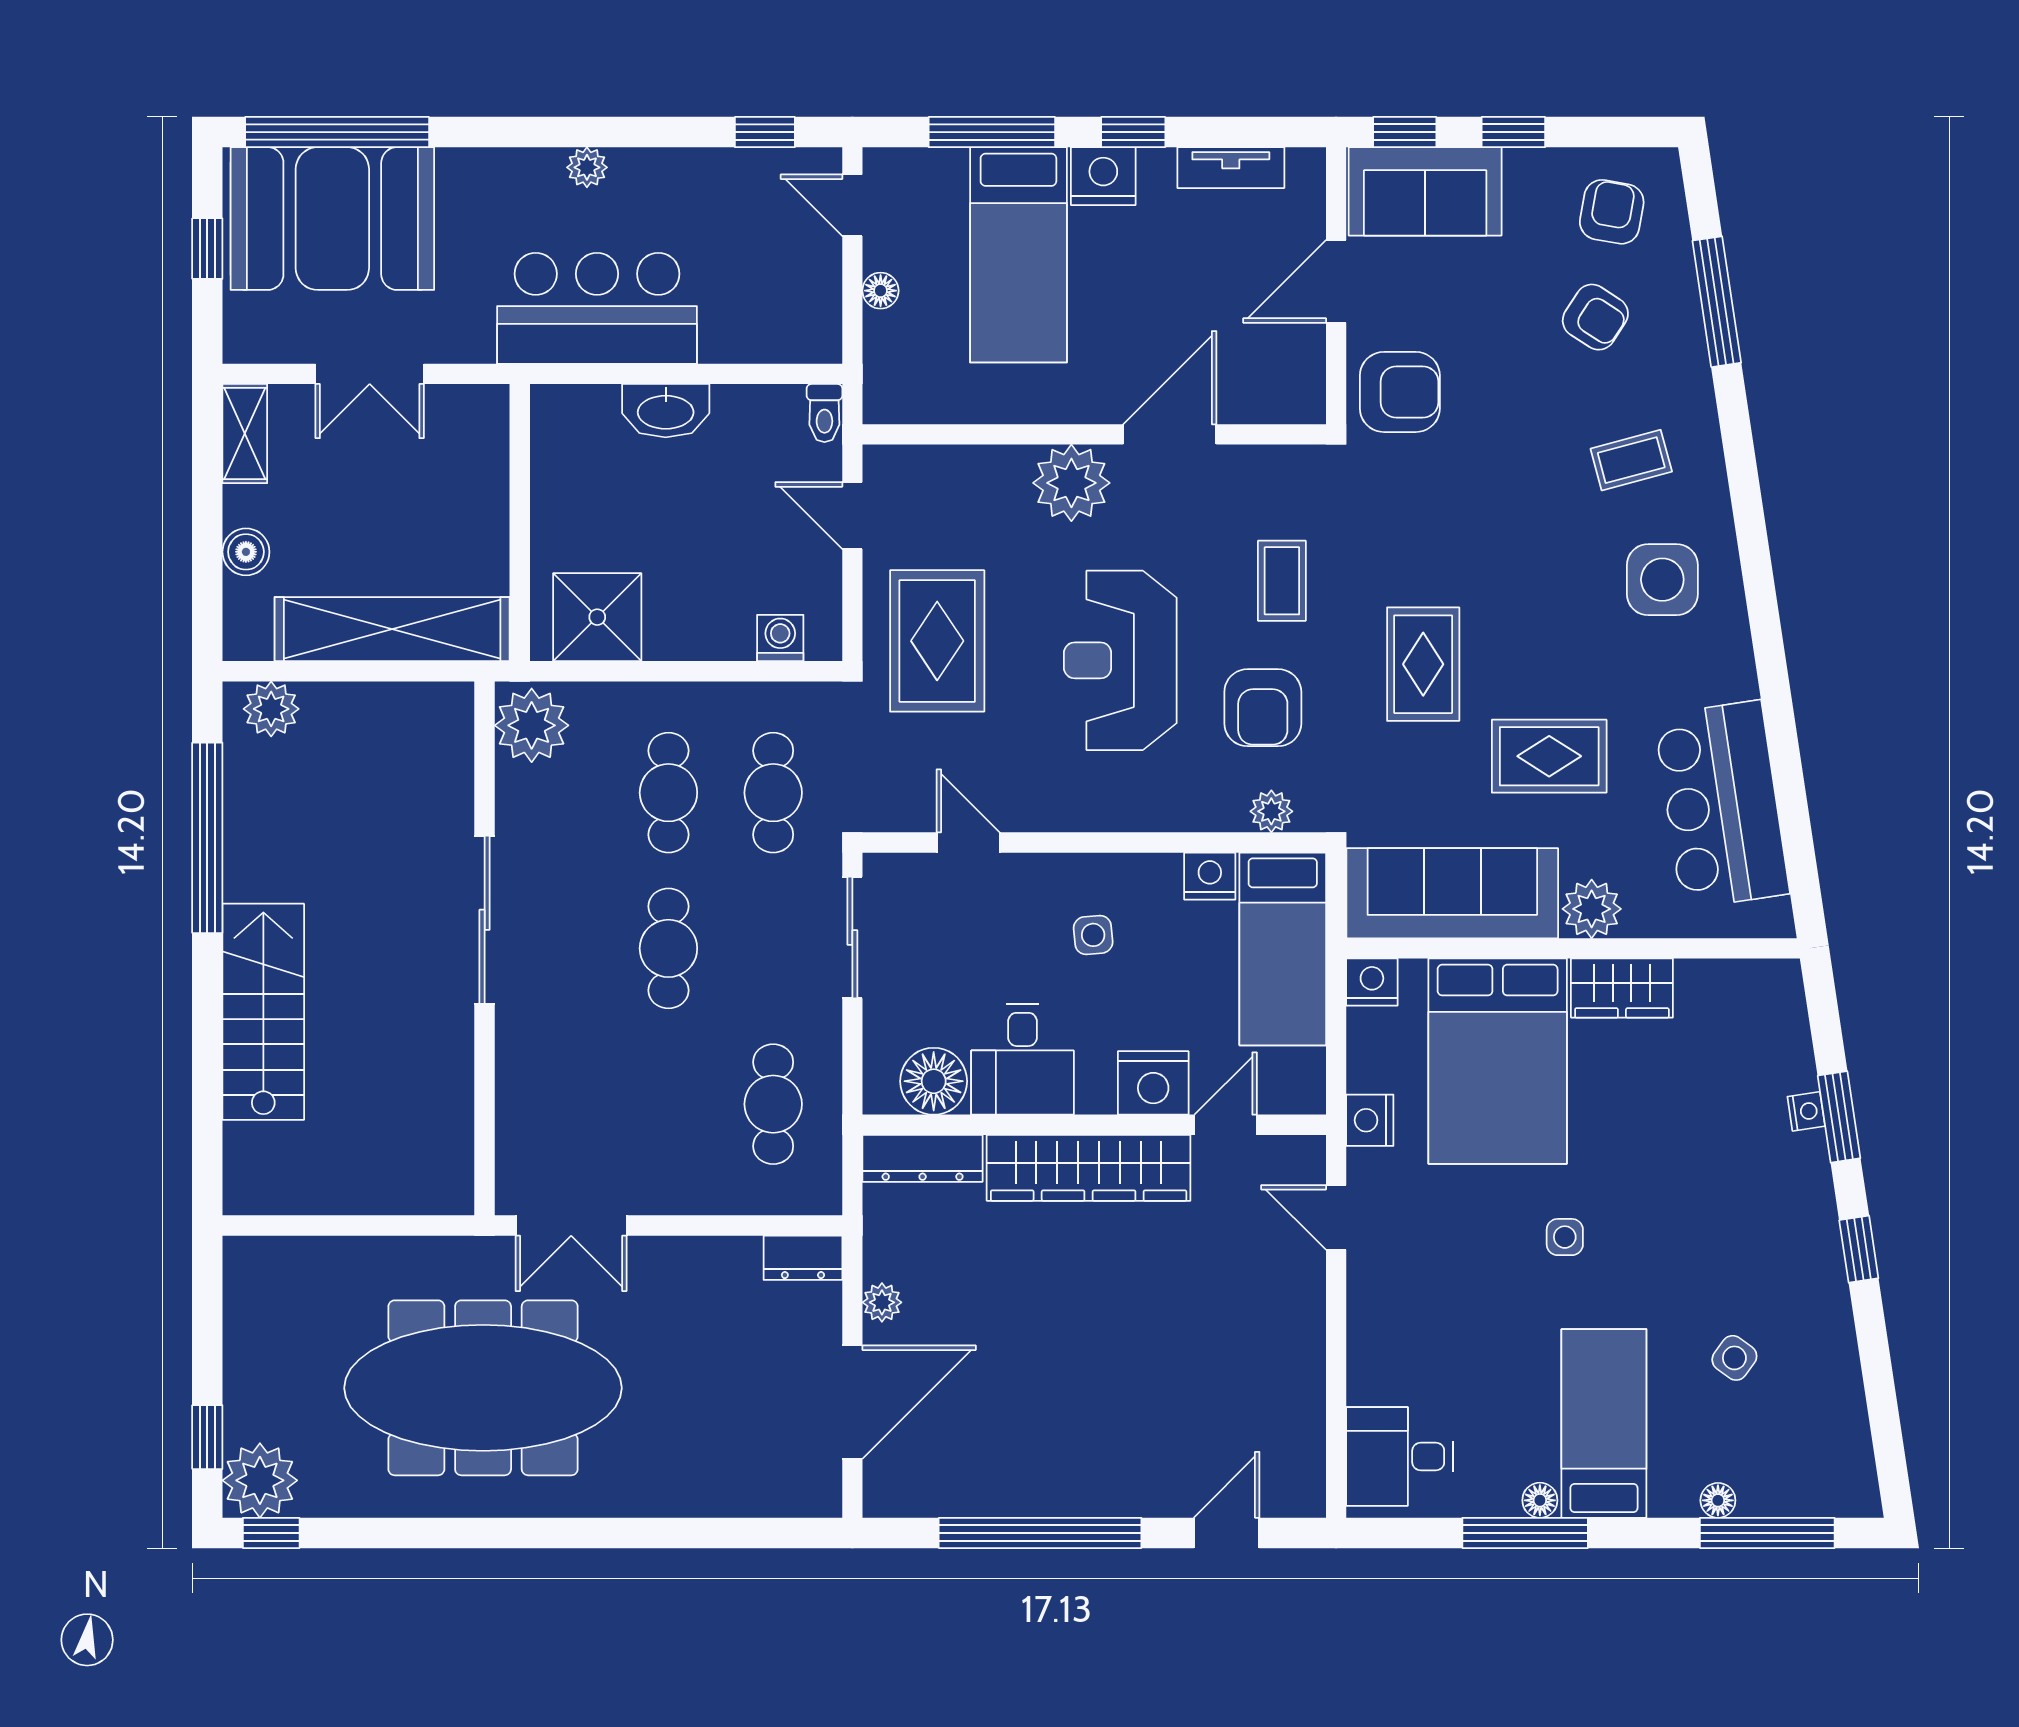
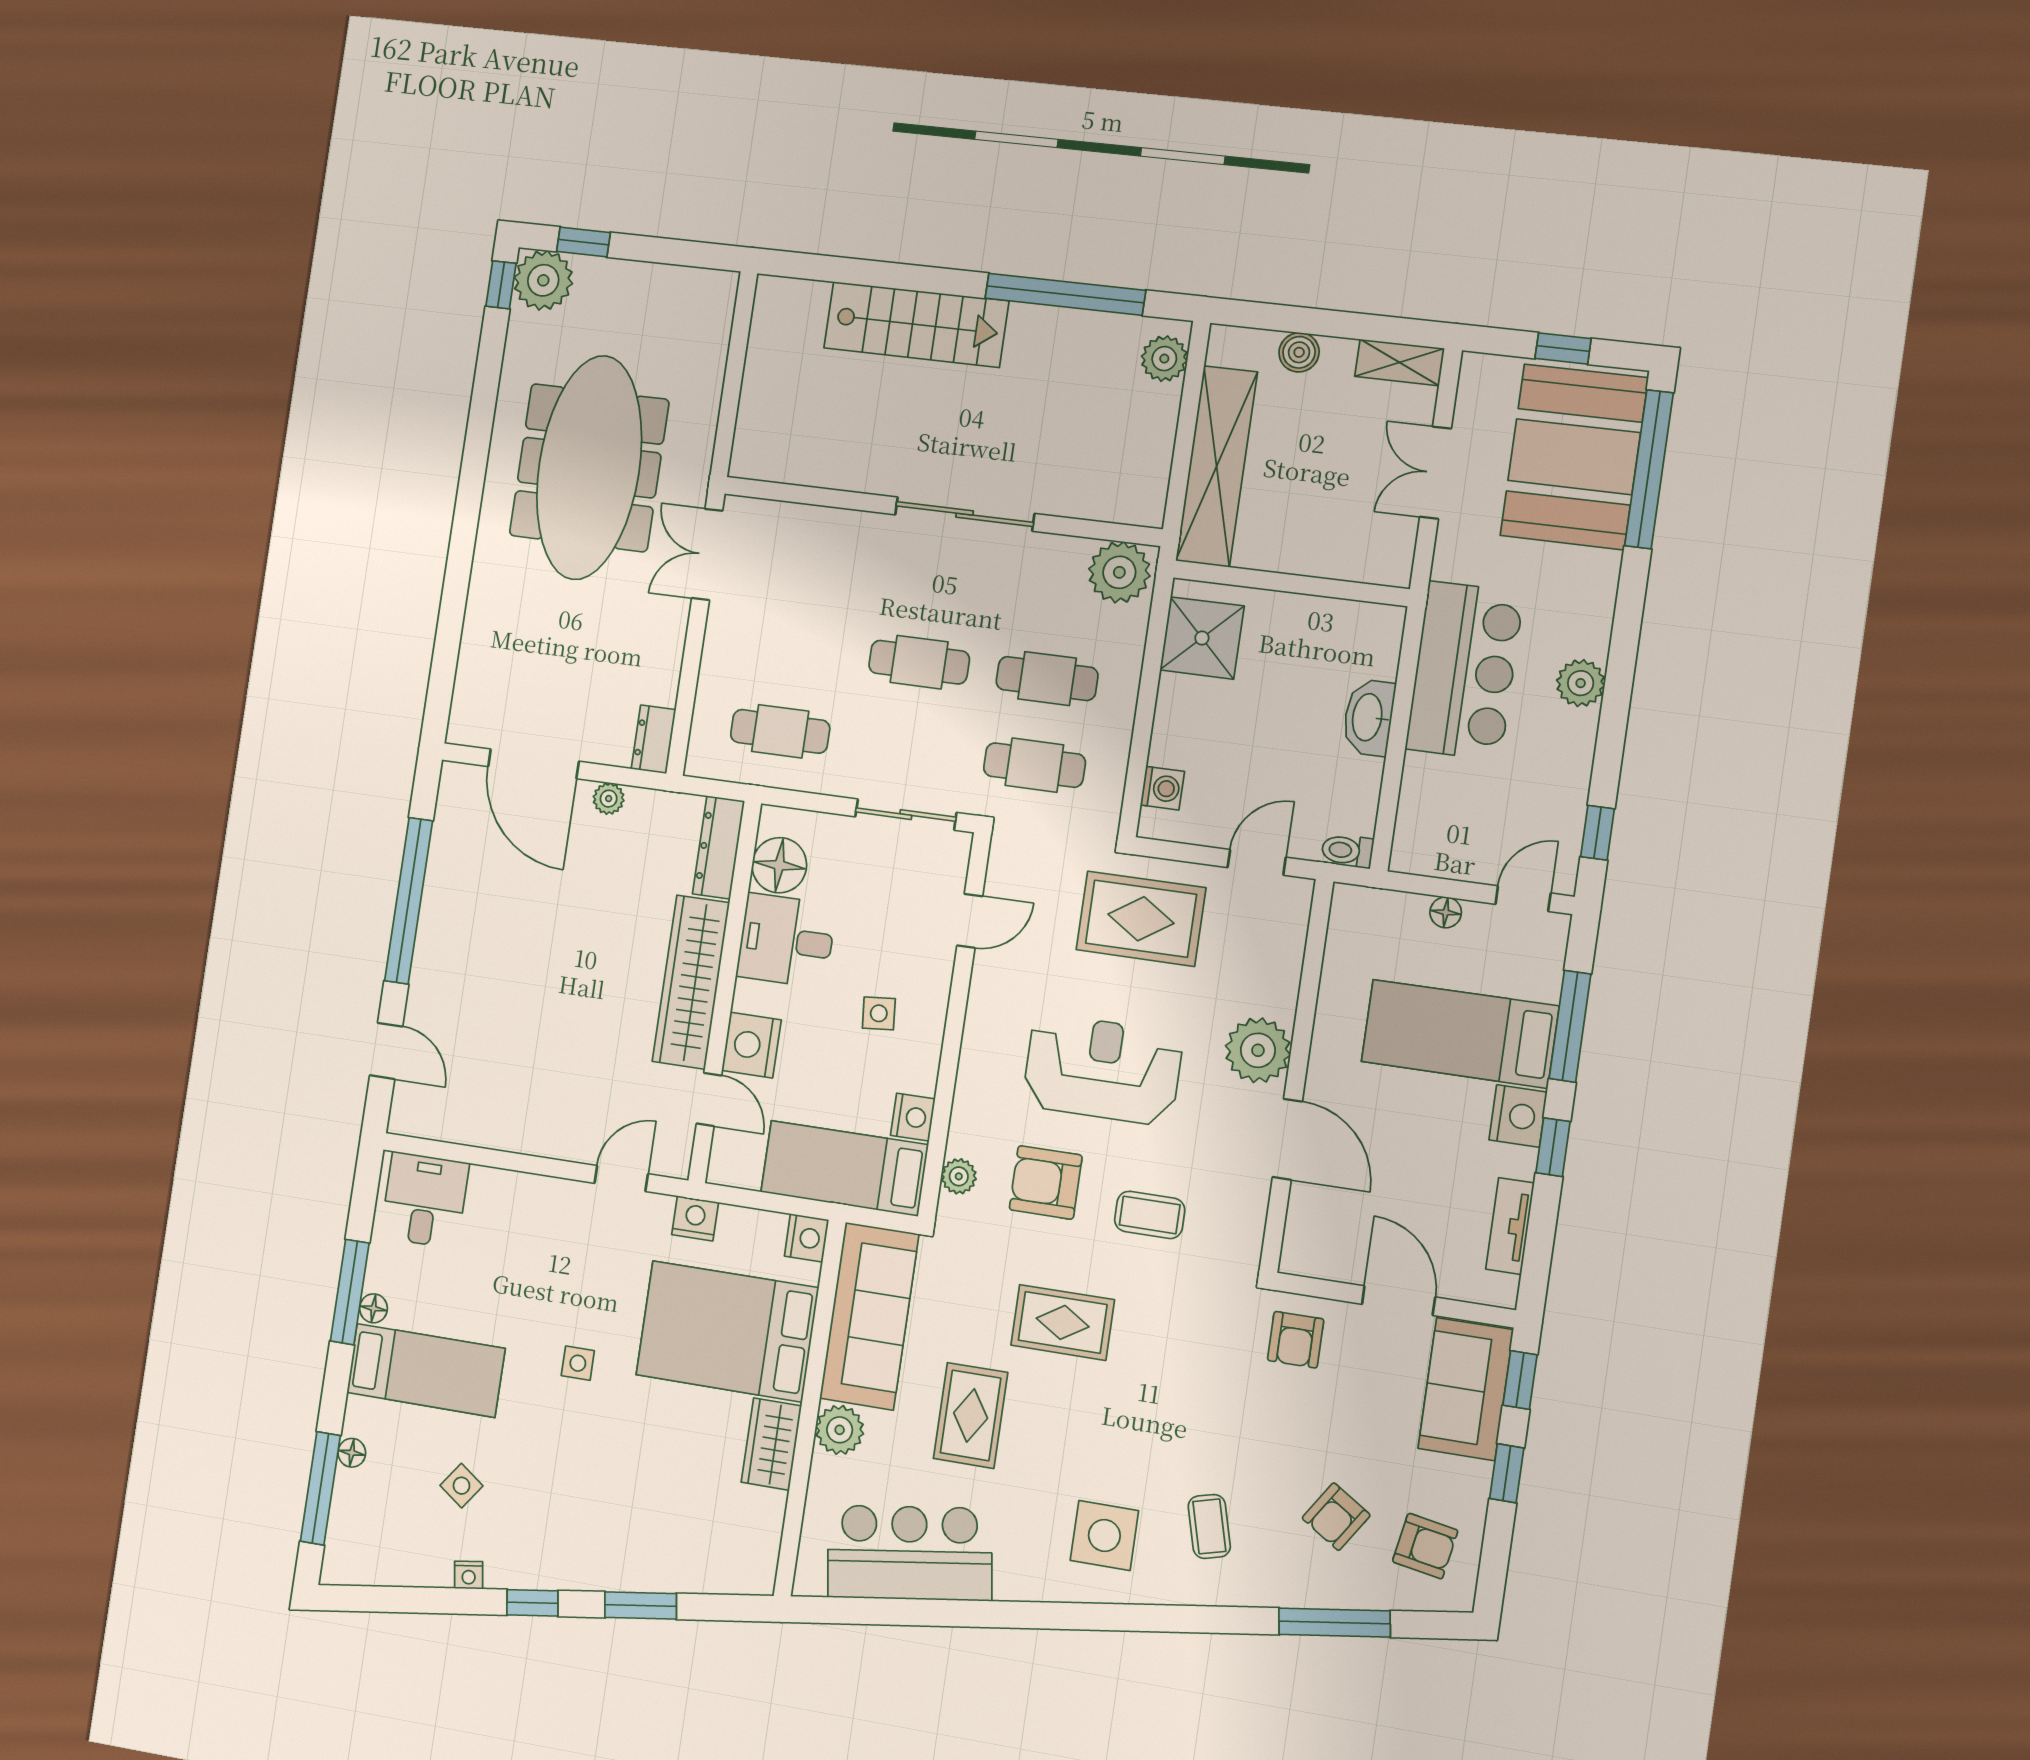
plant: (587, 167) -> (1581, 683), width x1.38, depth x1.38
armchair: (1400, 392) -> (1296, 1340), width x0.72, depth x0.72
nightstand: (1806, 1111) -> (469, 1575), moved

